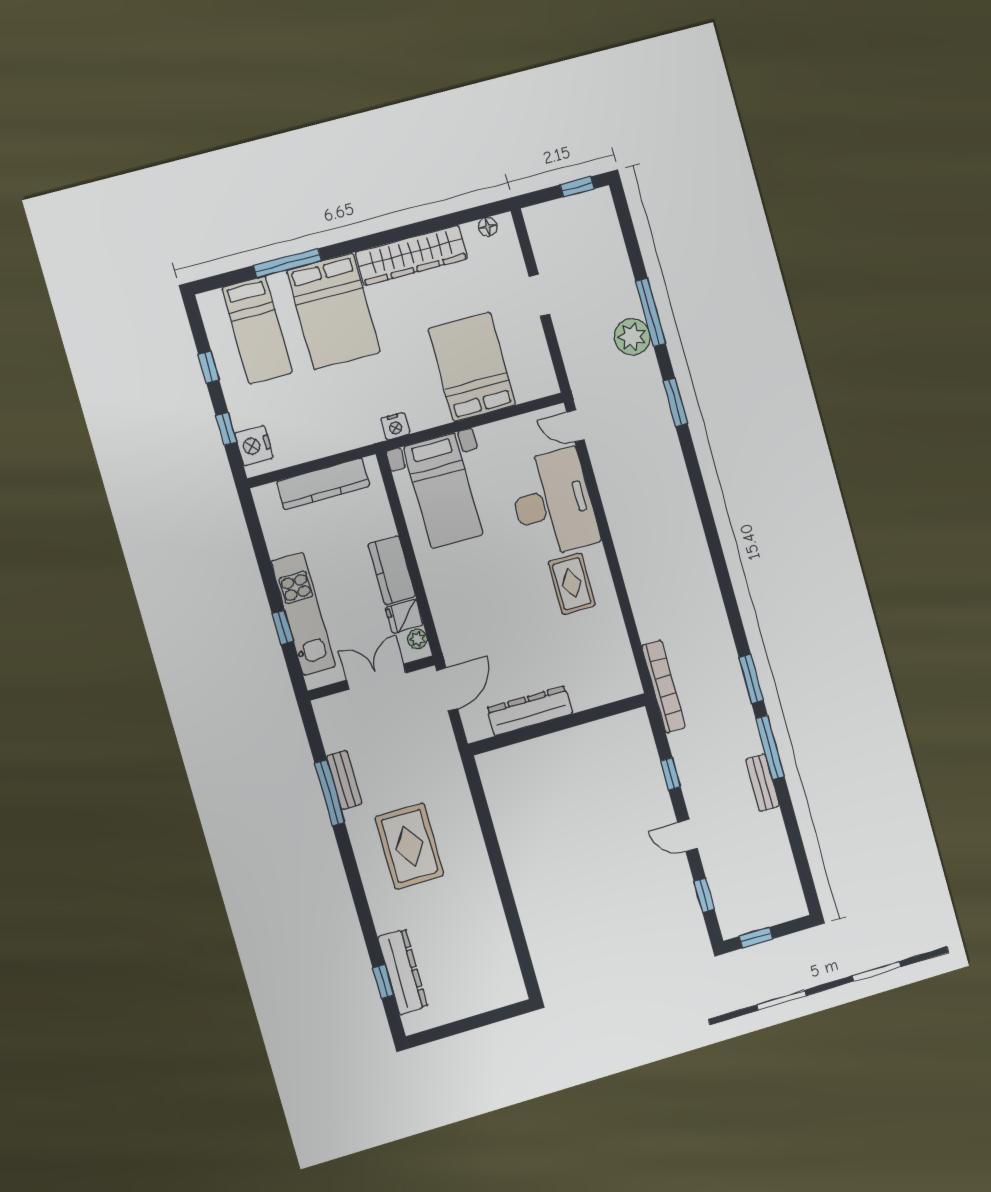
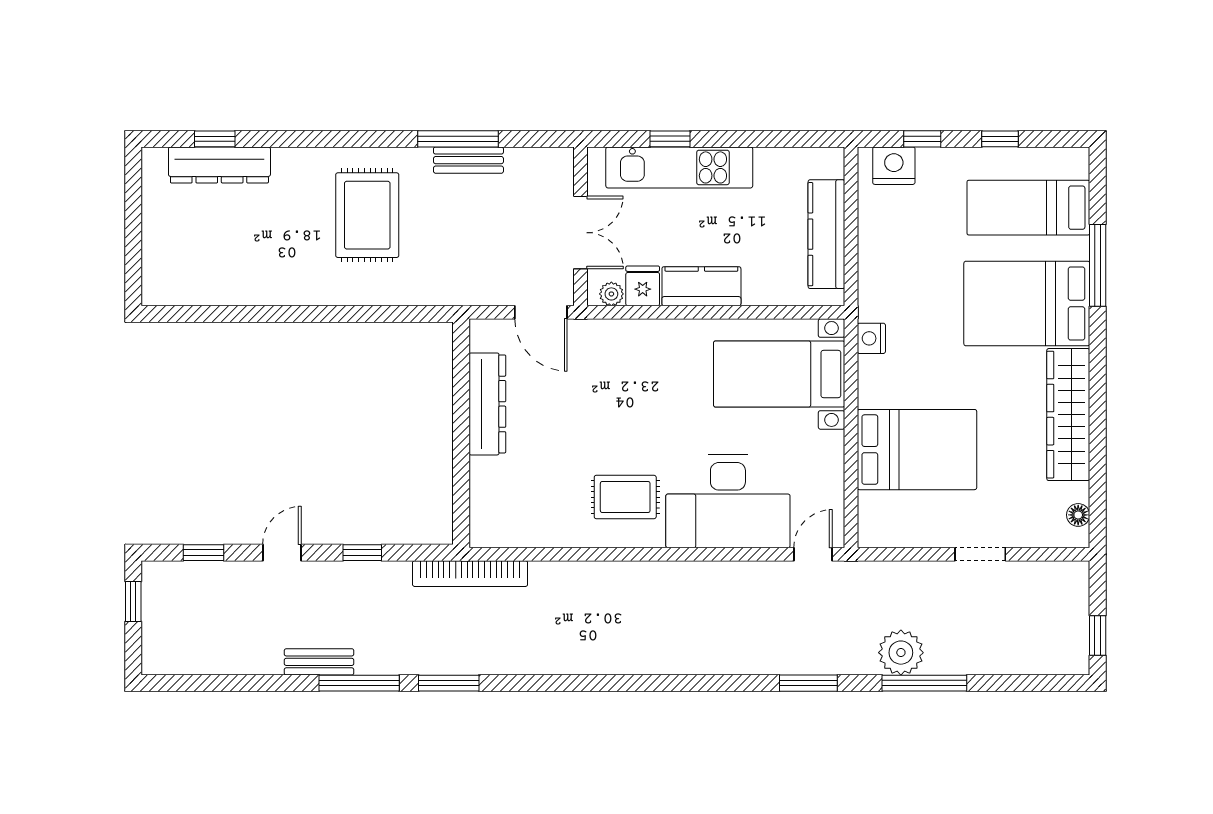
rug: (409, 846) -> (367, 215), turned 90

